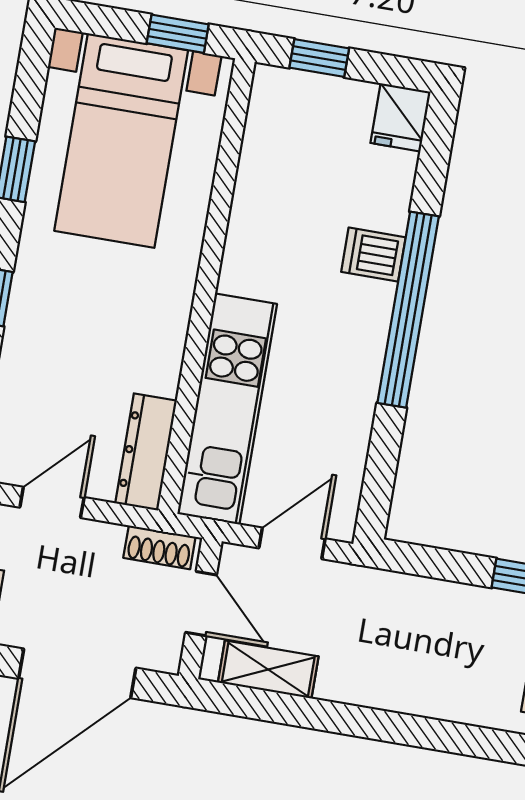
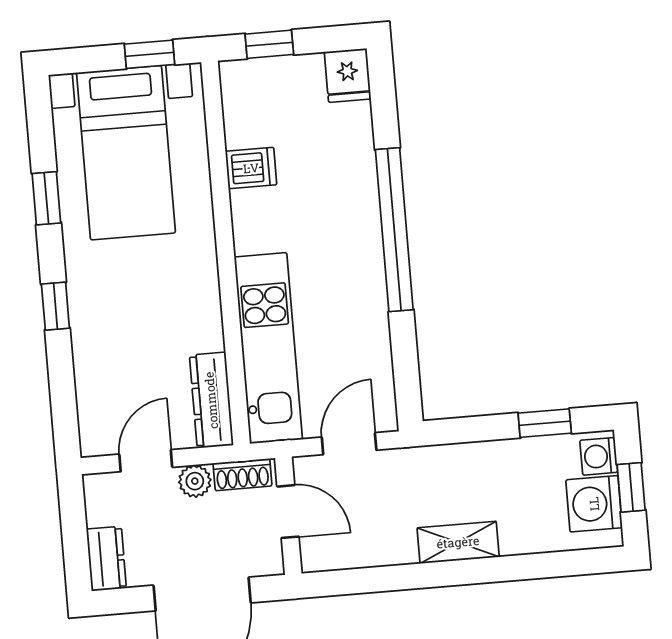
dishwasher: (373, 255) -> (251, 168), moved, turned 180
plant: (103, 541) -> (195, 481), added
shelving: (268, 670) -> (458, 542), moved

